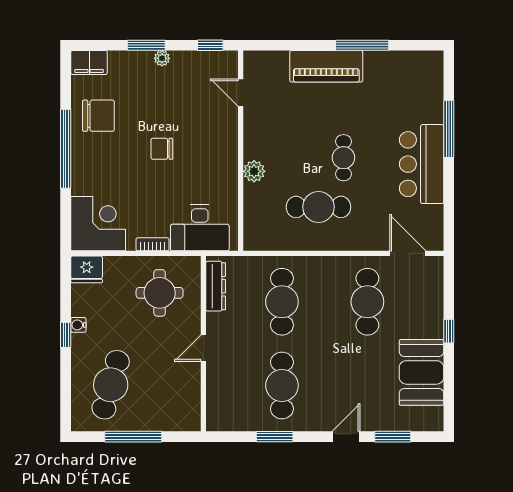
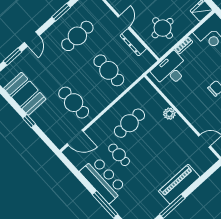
cafe table: (343, 158) -> (119, 155), moved
dresser: (216, 286) -> (133, 42), moved
cafe table: (282, 385) -> (77, 36), turned 90

